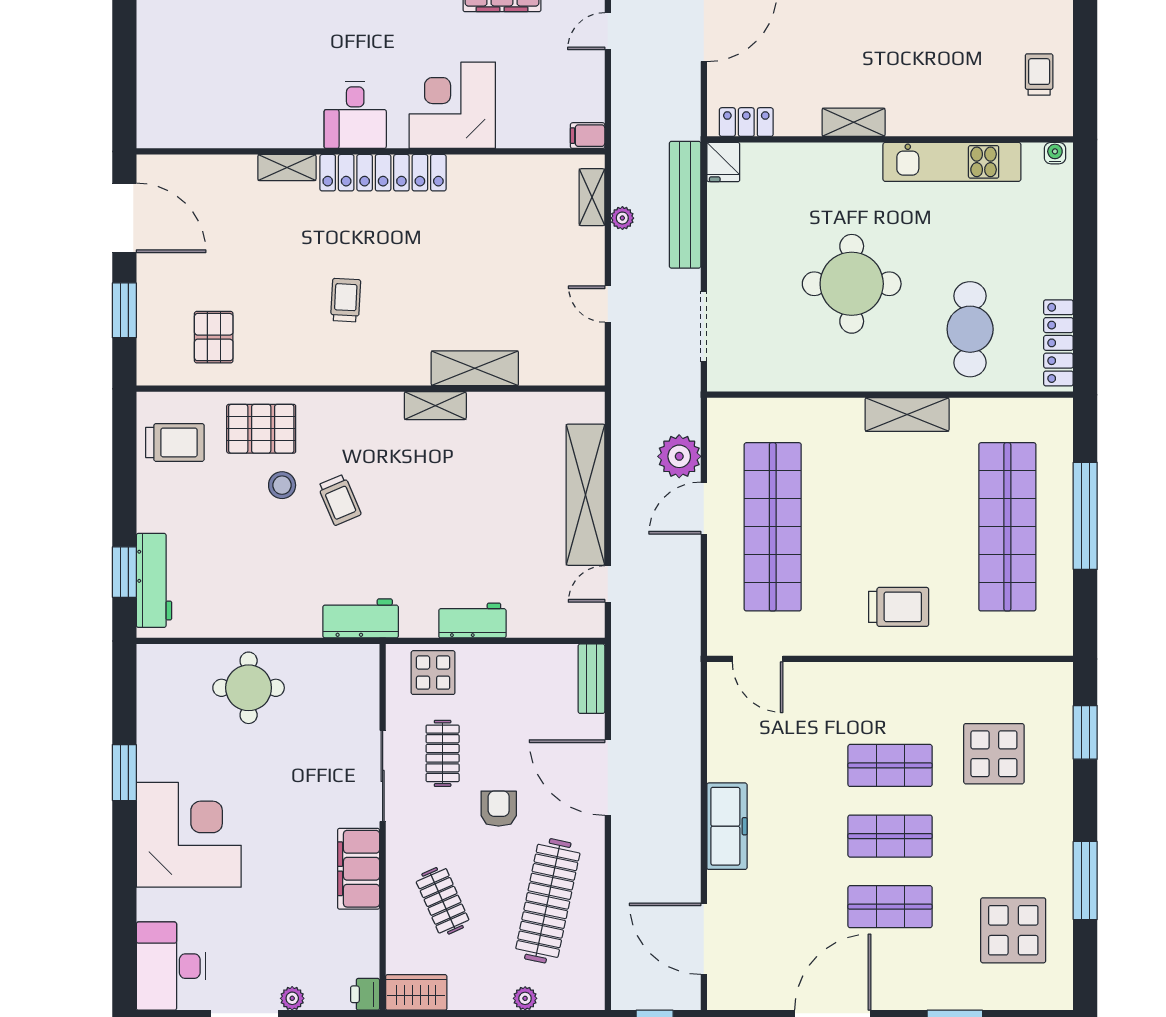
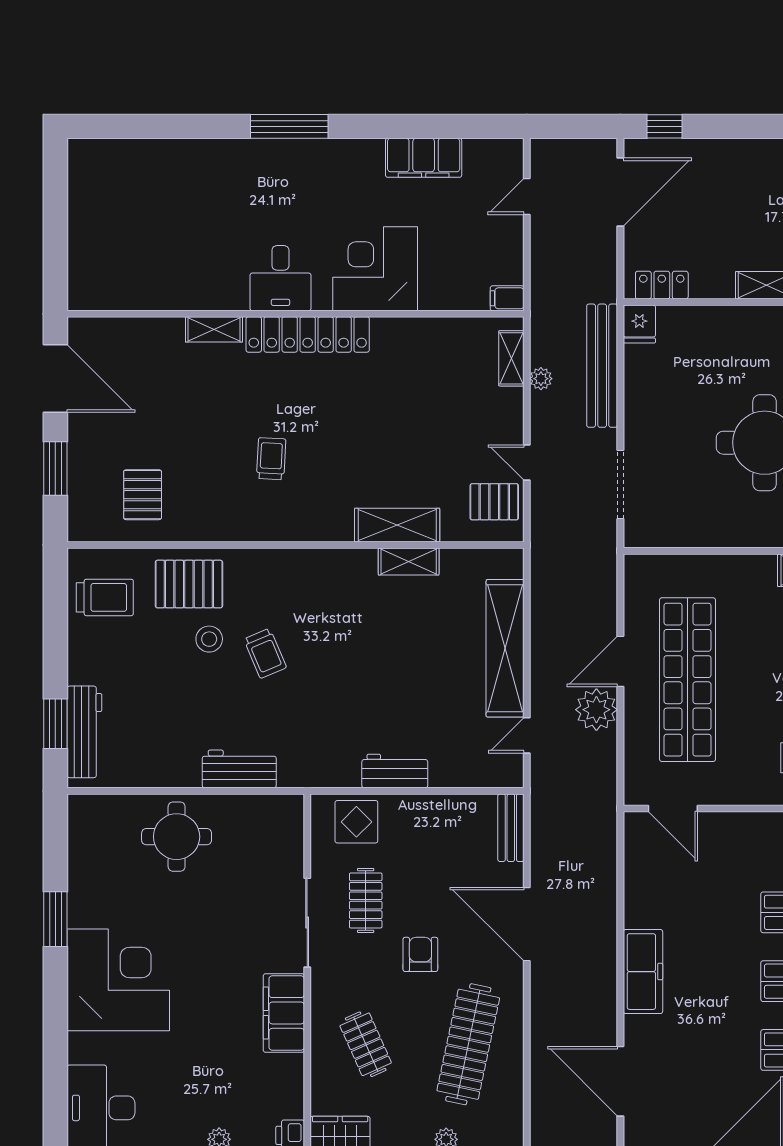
pallet: (574, 344) -> (494, 502), added
shelving: (435, 406) -> (409, 562), moved
plant: (679, 456) -> (596, 710), moved
workbench: (361, 618) -> (239, 769), moved

